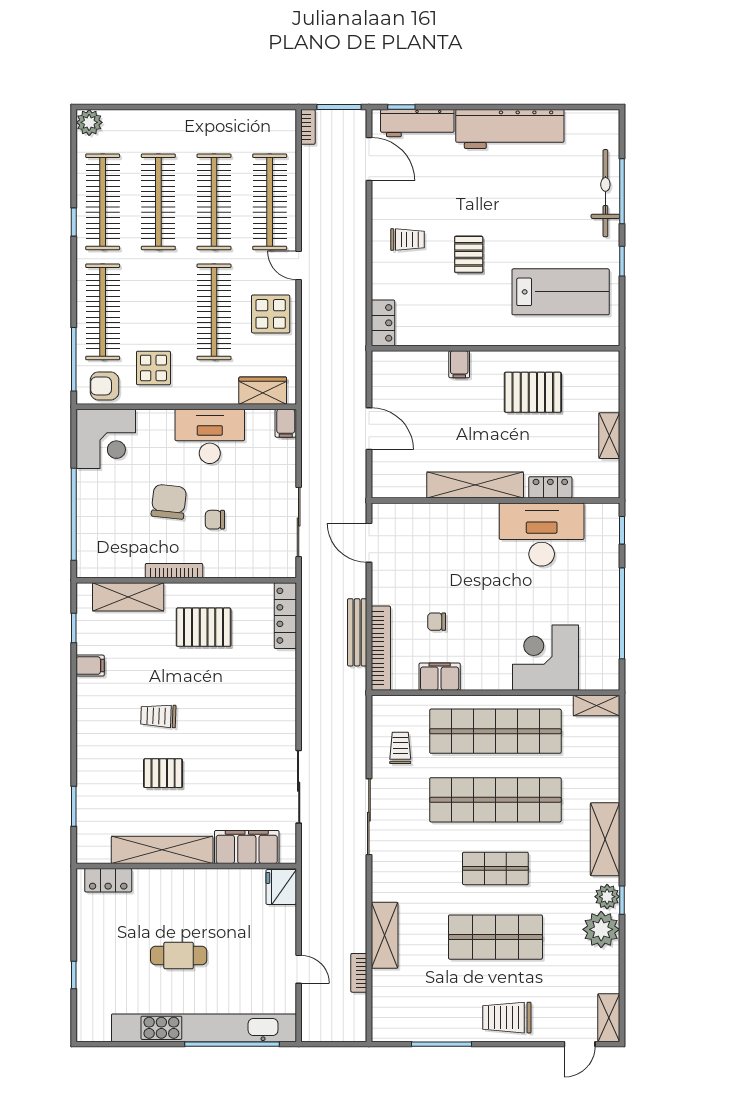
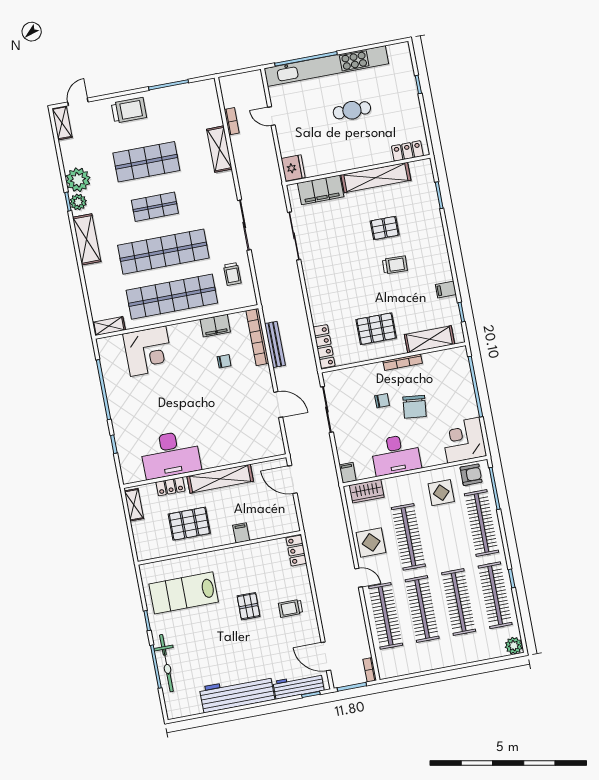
shelving: (475, 485) -> (220, 479), moved
locker: (550, 487) -> (170, 486), moved
wall: (495, 501) -> (205, 471), moved
desk: (542, 535) -> (170, 454), moved

